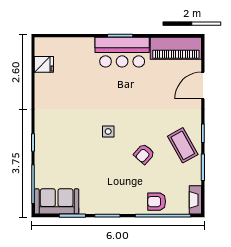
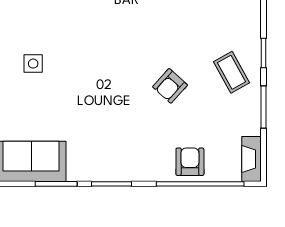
side table: (108, 131) -> (33, 64), moved
coffee table: (183, 145) -> (231, 72), width x0.73, depth x0.77
armchair: (157, 202) -> (190, 162), turned 90

